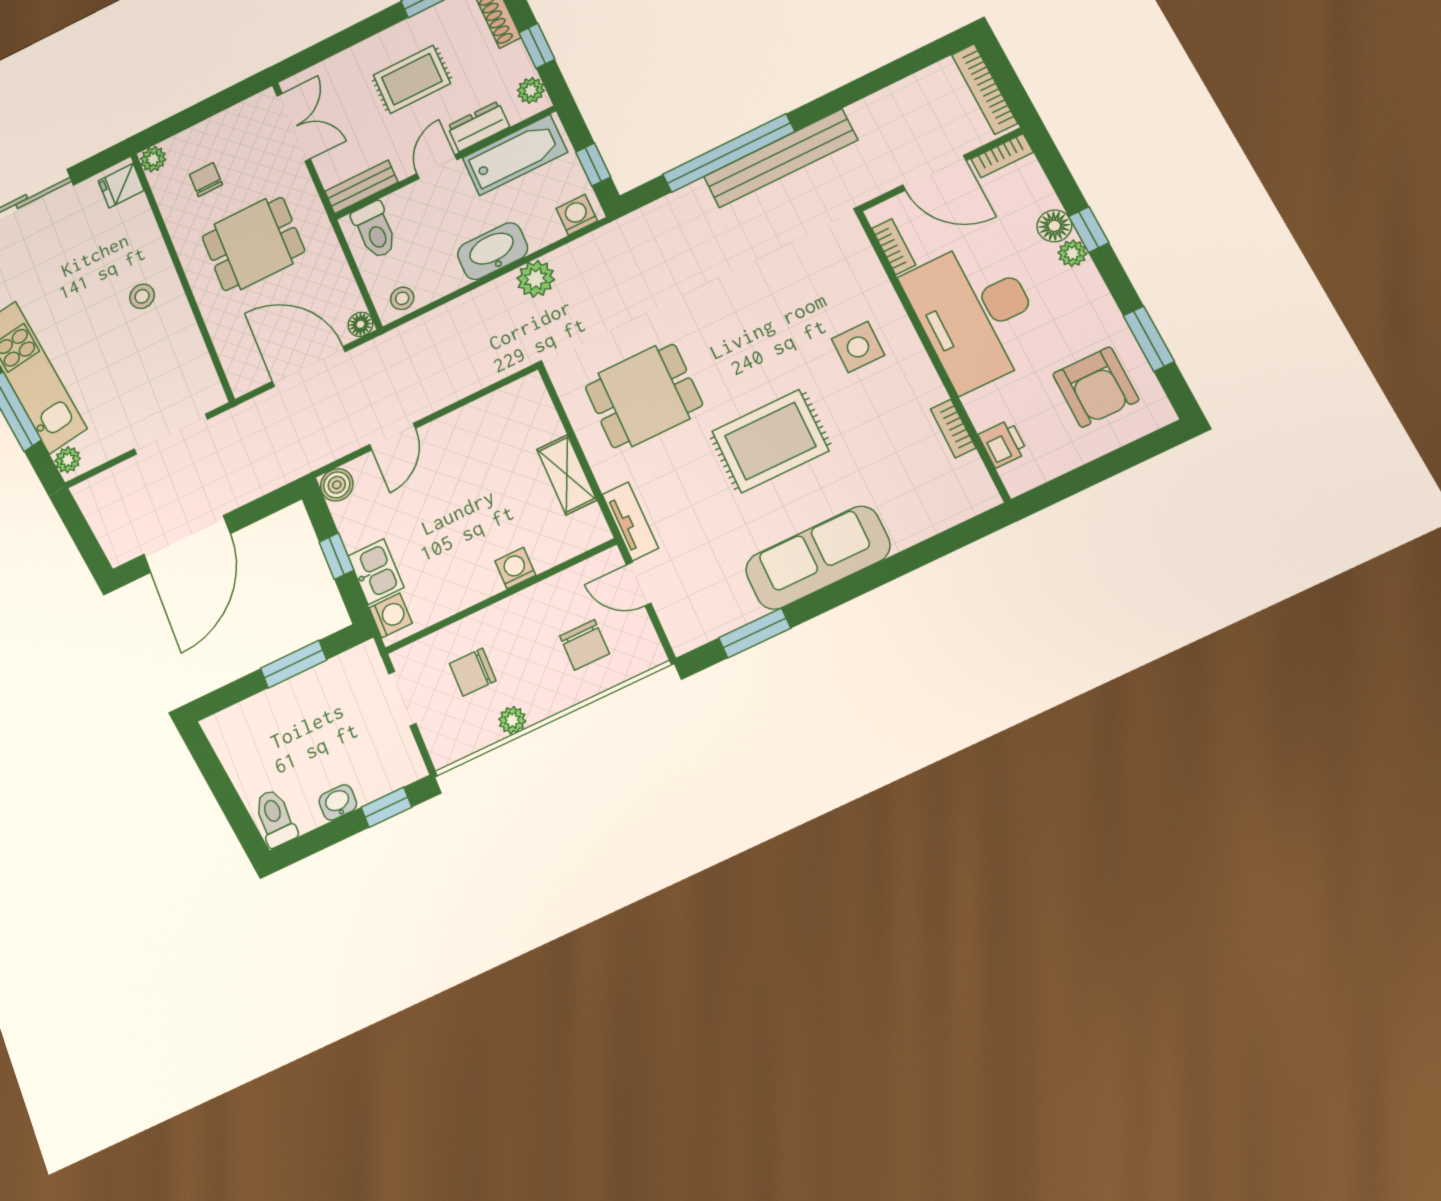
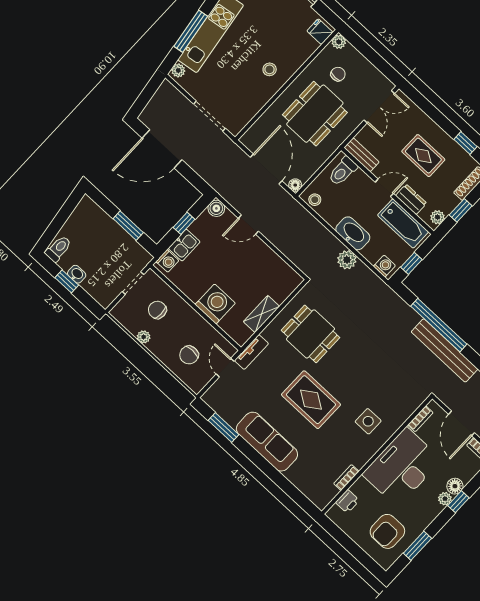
dining table: (253, 244) -> (315, 114), width x1.38
washing machine: (515, 568) -> (215, 304), width x1.89, depth x1.89
window: (386, 807) -> (67, 281), moved

